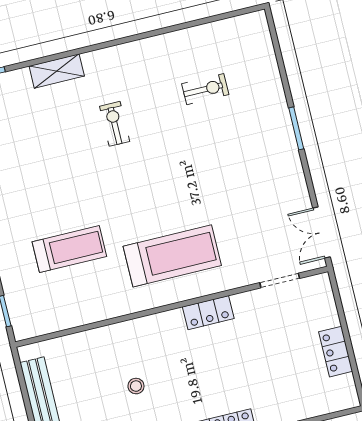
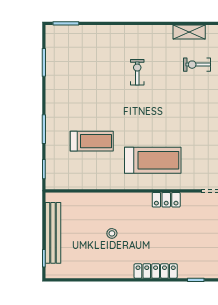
shelving: (57, 71) -> (189, 32), moved
exercise bike: (205, 89) -> (197, 65), turned 180

